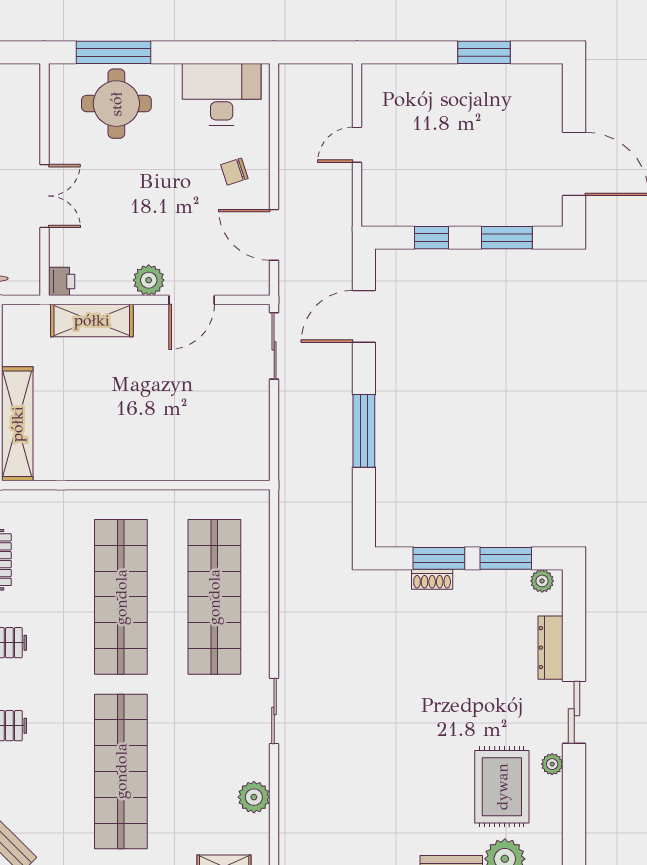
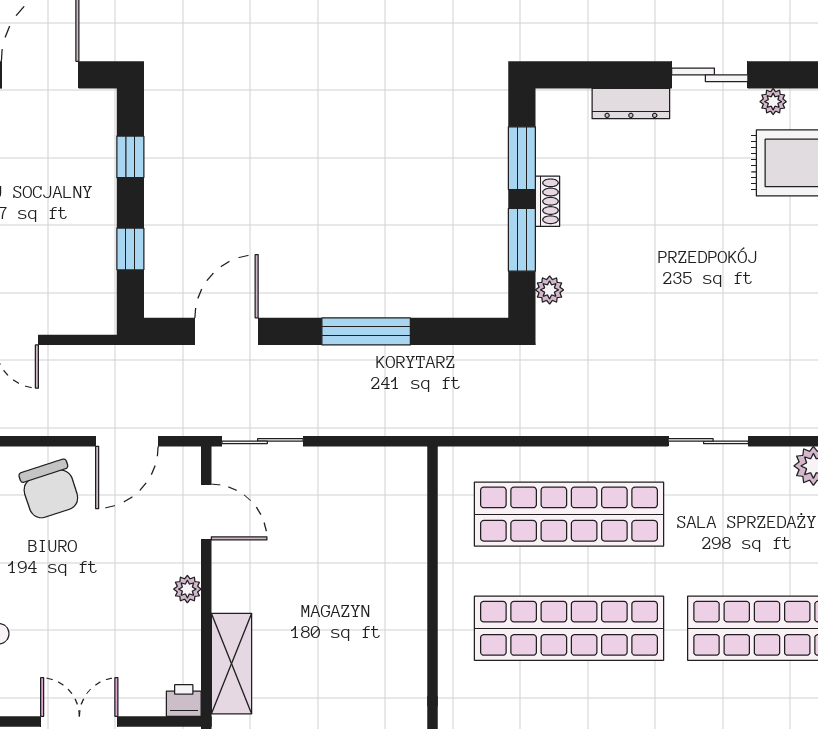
chair: (234, 172) -> (50, 490), width x1.87, depth x1.87
window: (507, 238) -> (130, 157), width x0.67
plant: (149, 280) -> (187, 589), width x0.73, depth x0.73
door: (192, 300) -> (206, 512), moved
door: (364, 316) -> (226, 331), swing flipped
shoe rack: (432, 579) -> (548, 201), moved
plant: (542, 581) -> (550, 290), moved

